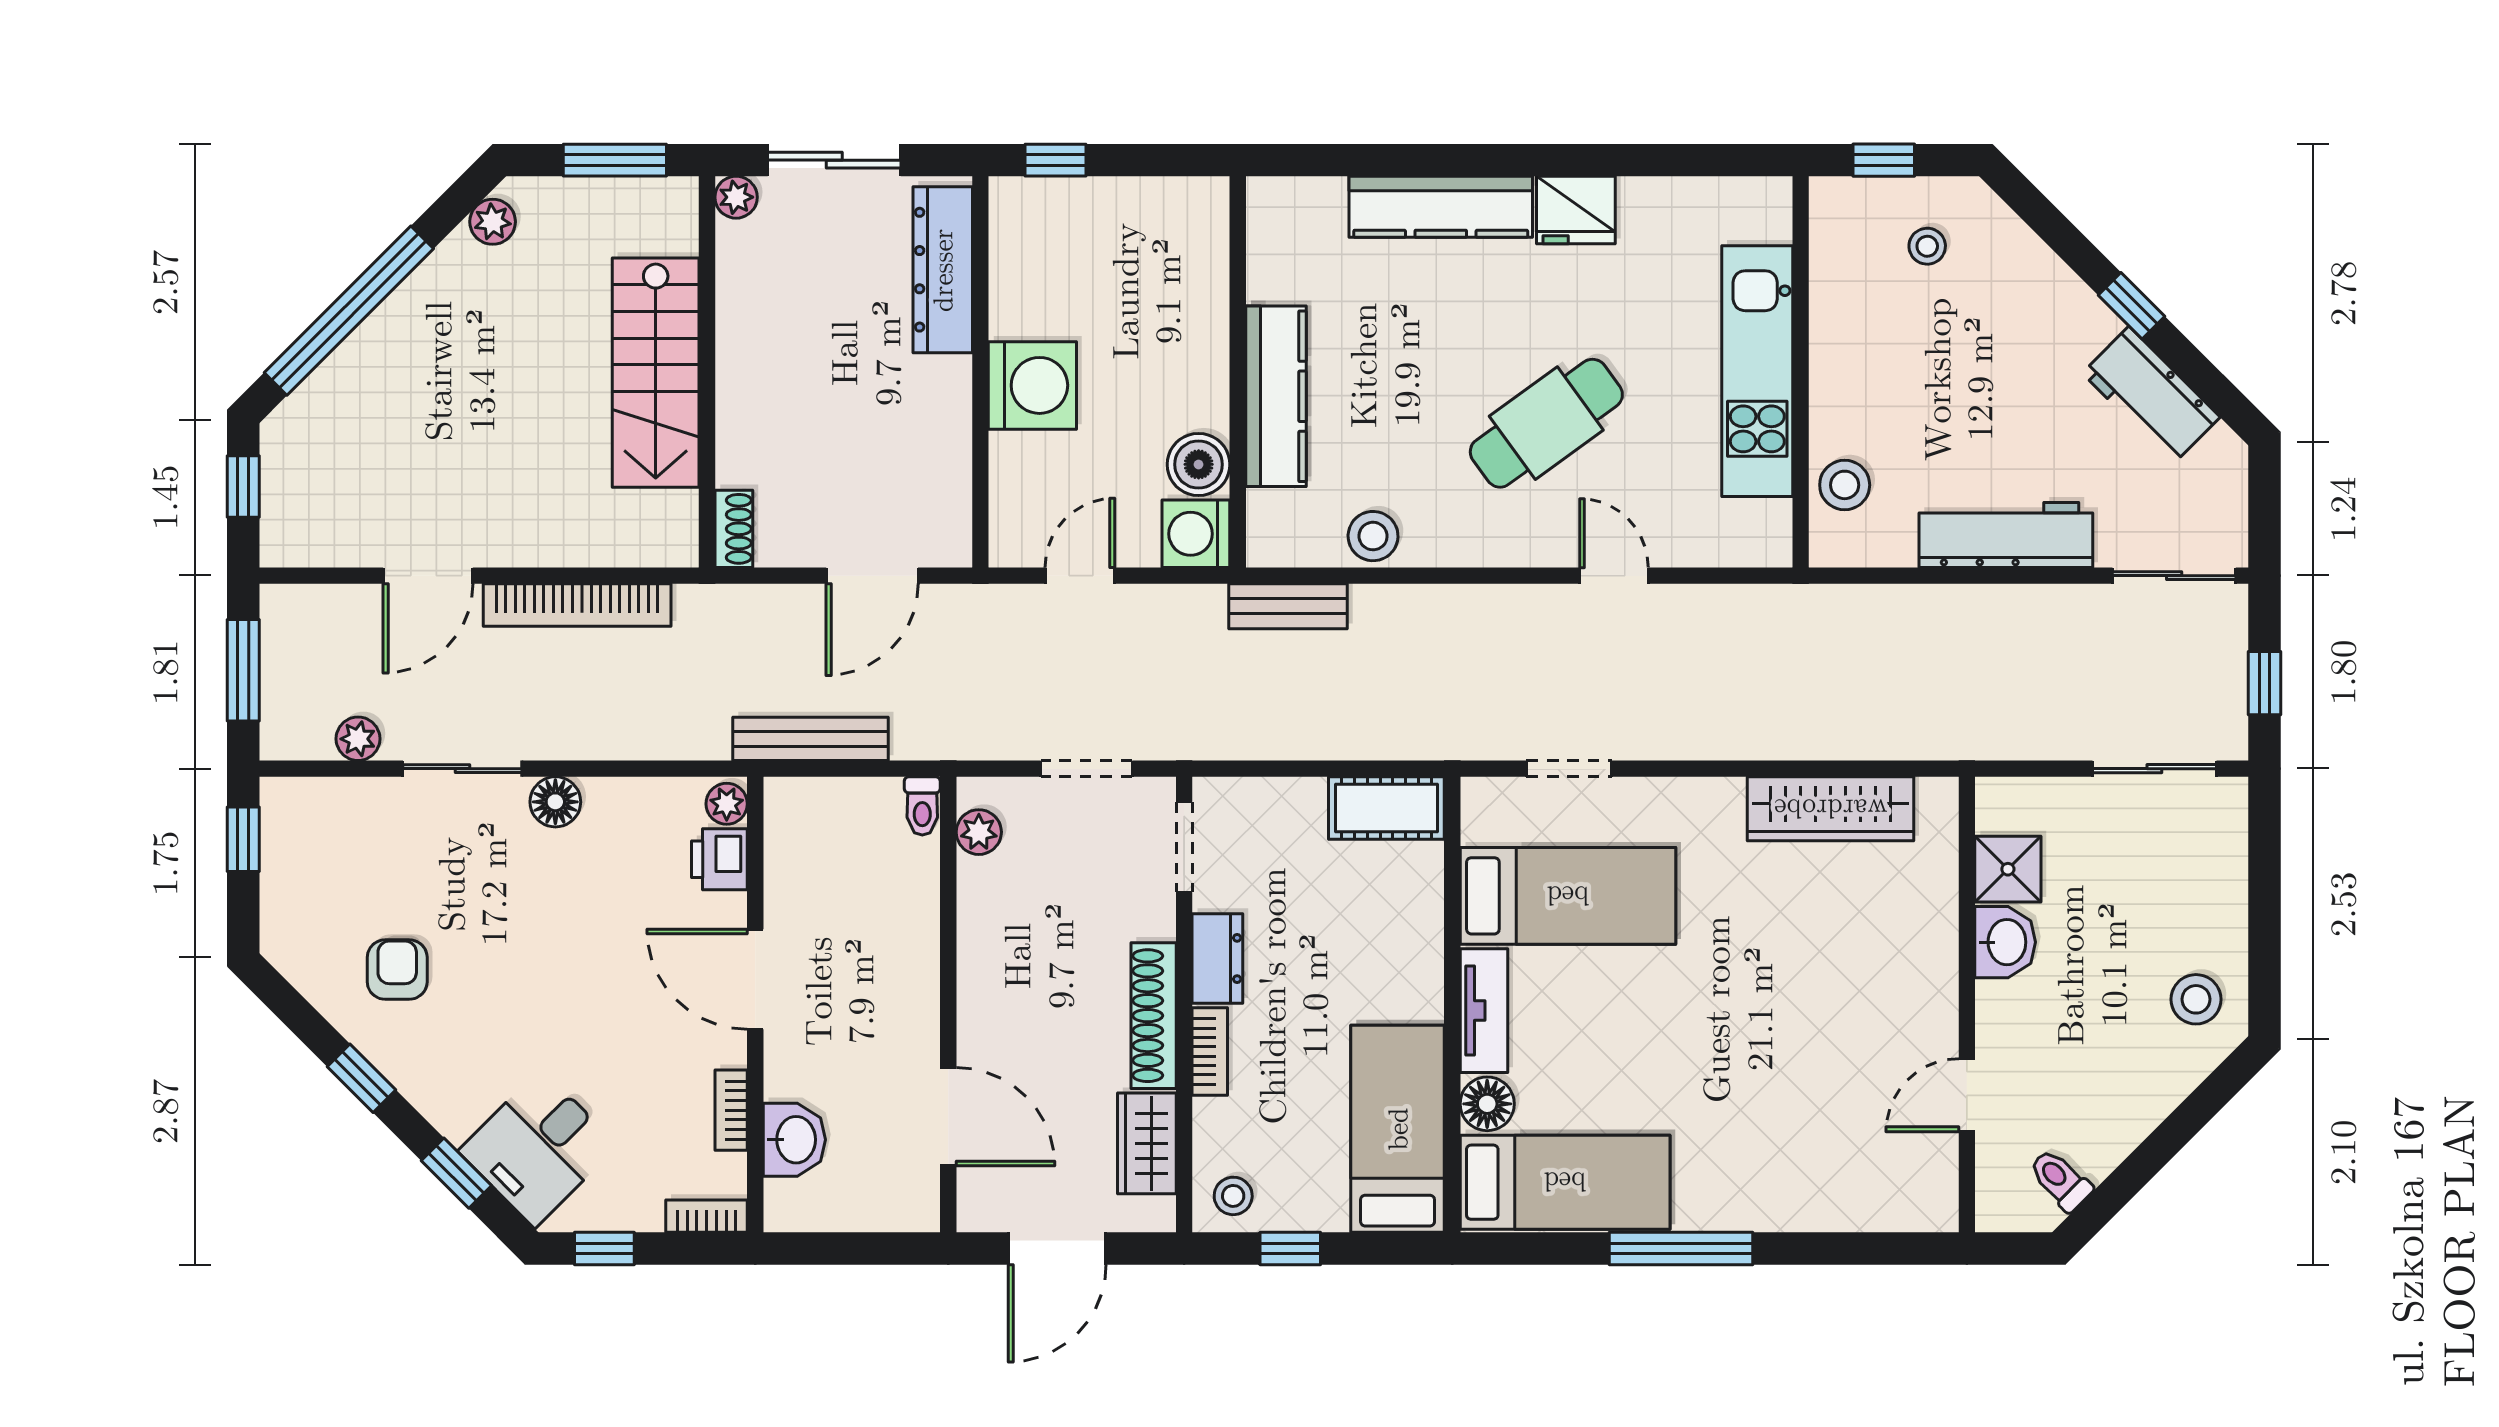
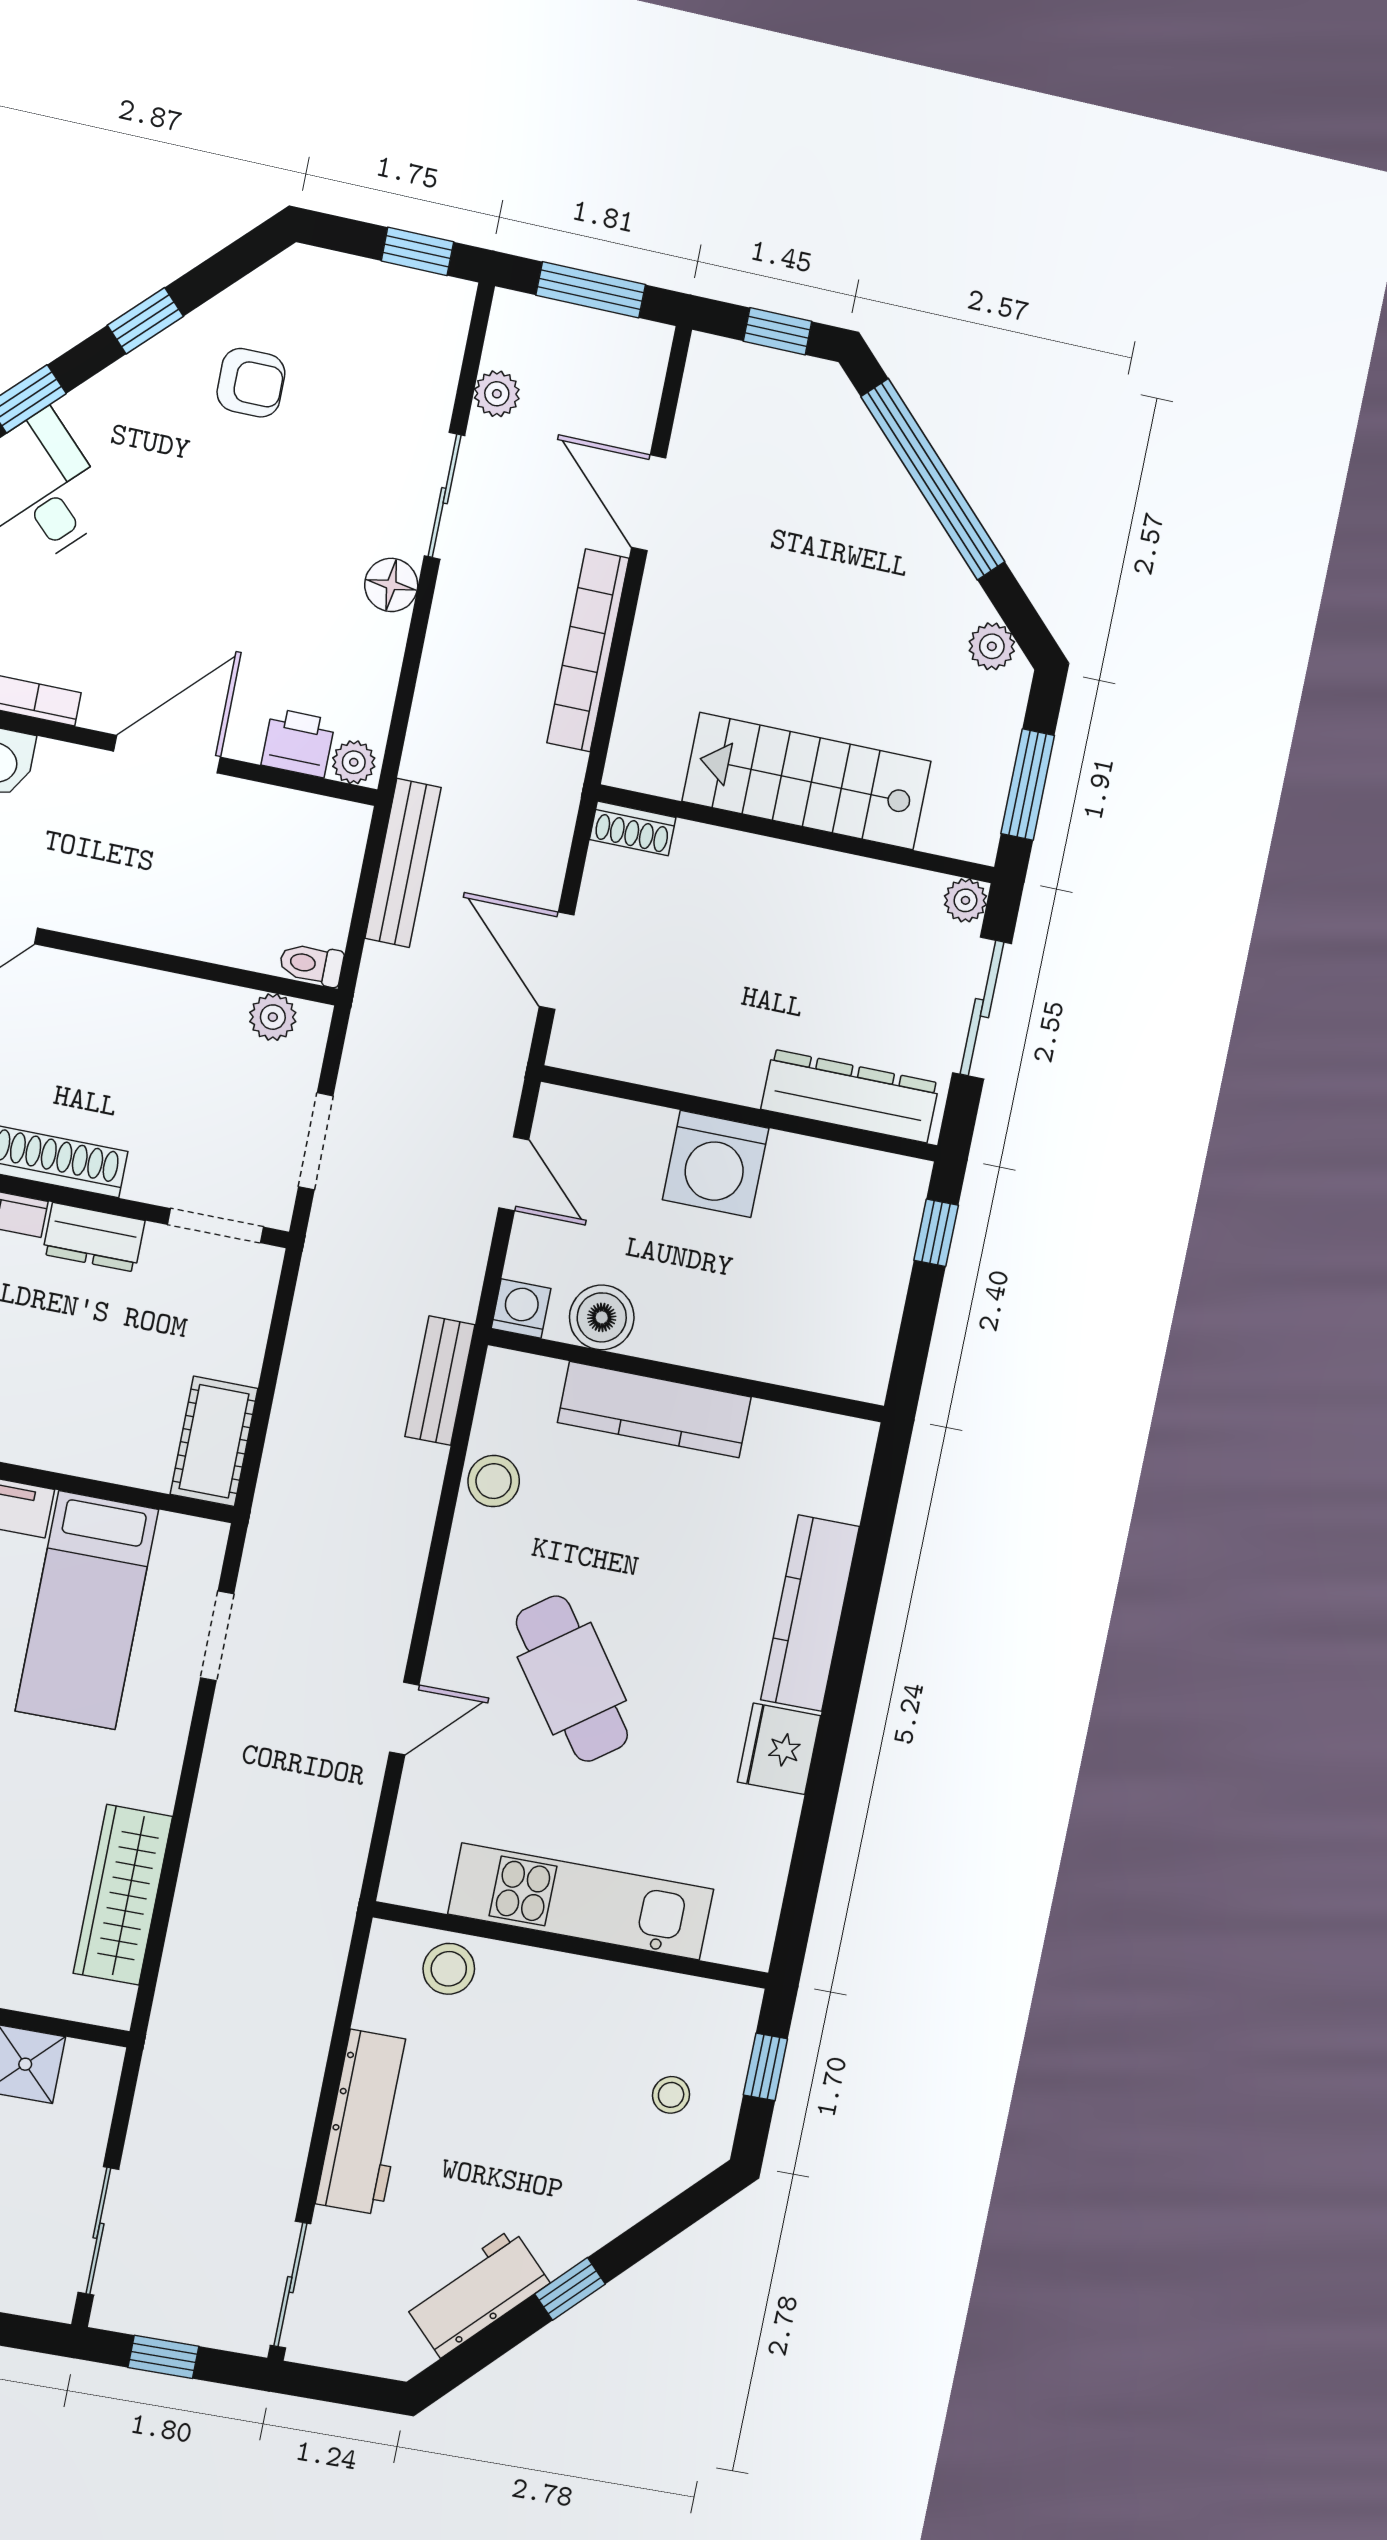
washing machine: (1196, 534) -> (521, 1309), width x0.73, depth x0.73

